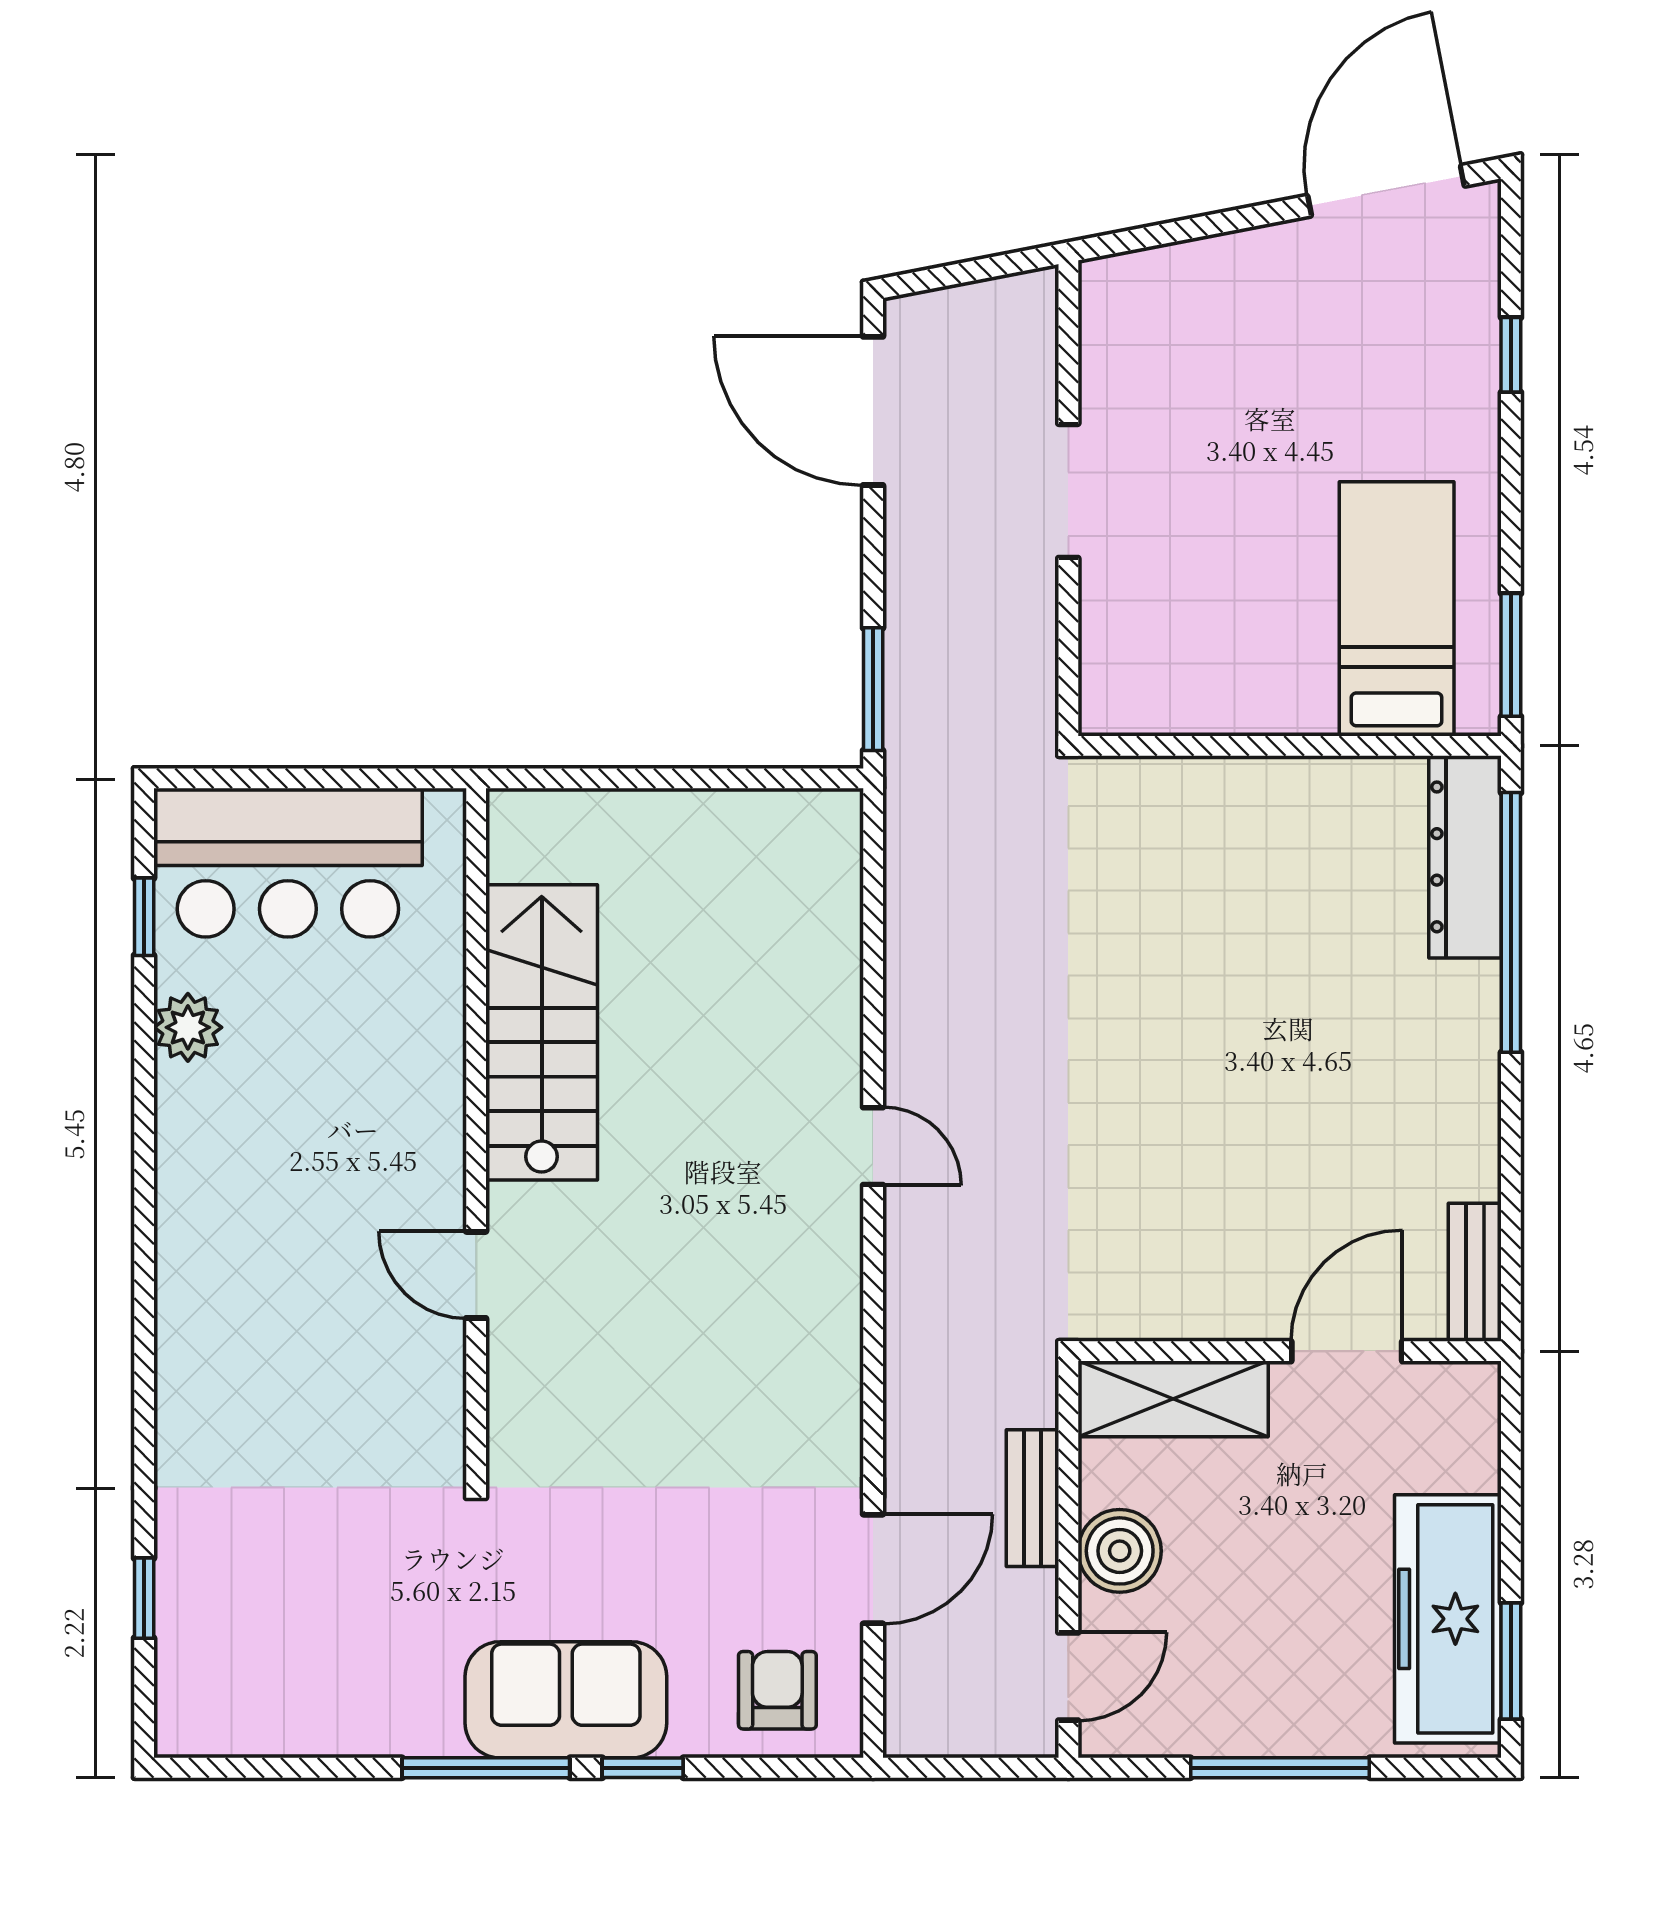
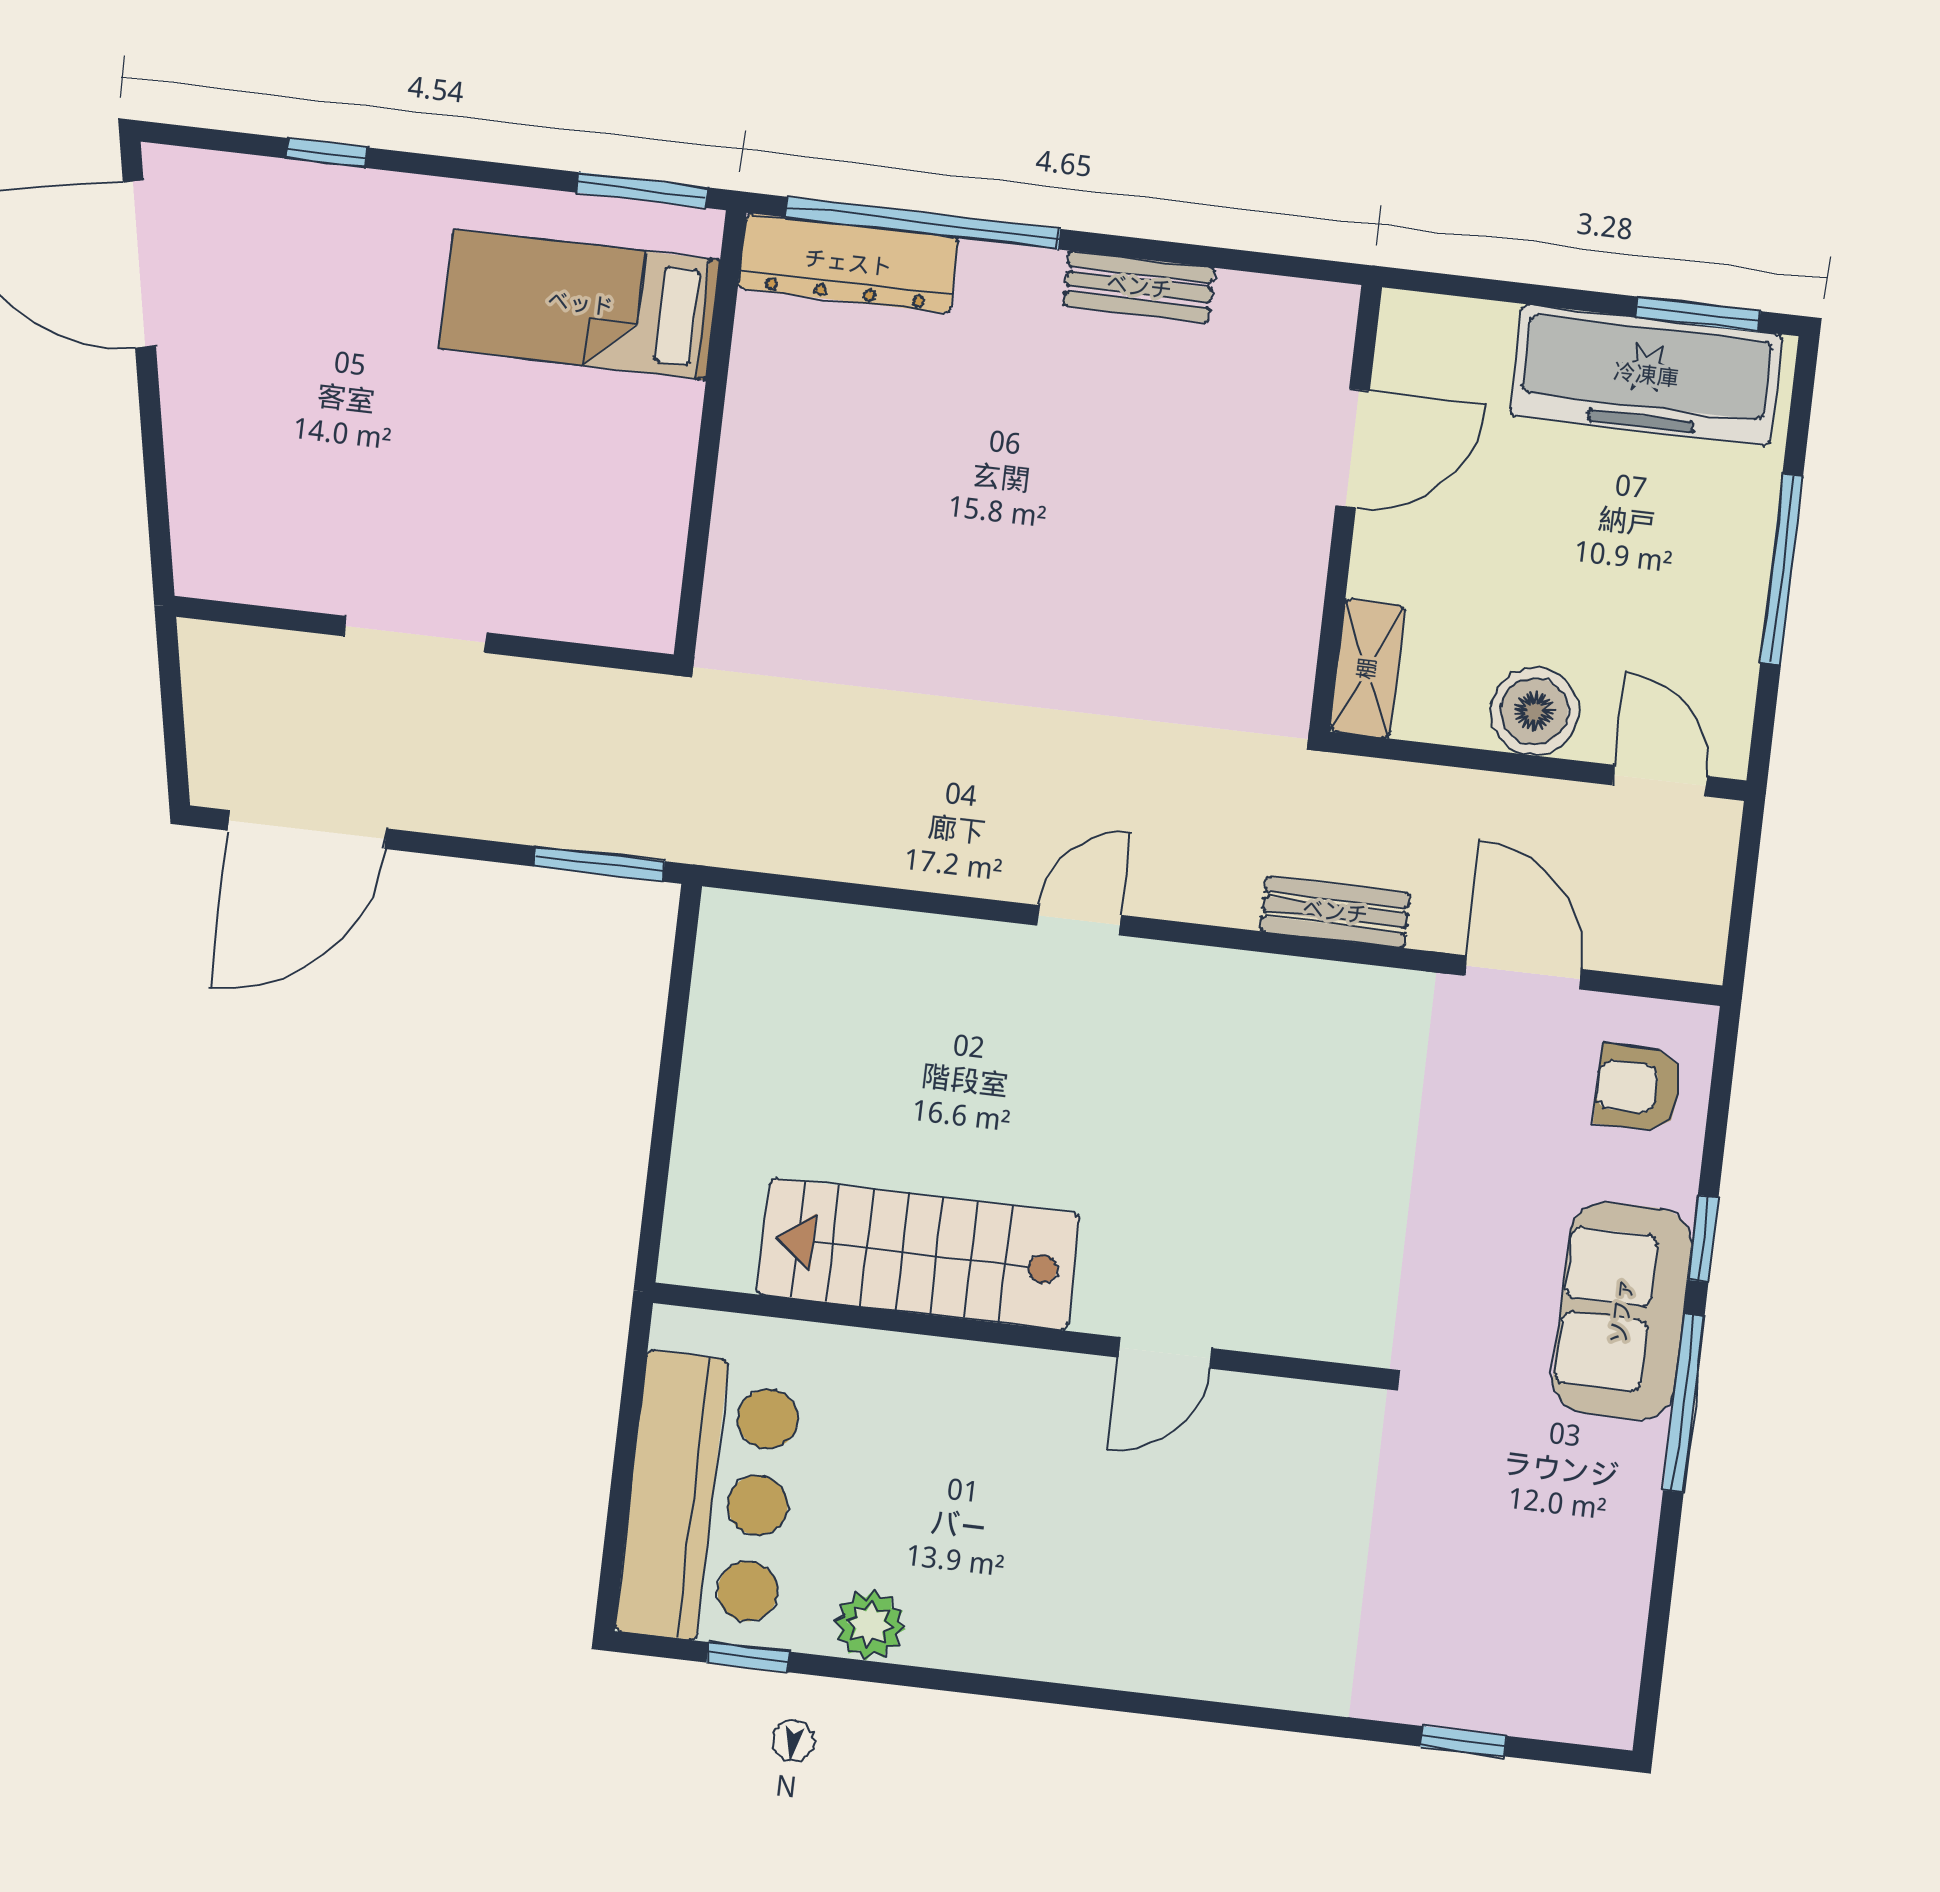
bench: (1475, 1272) -> (1139, 287), moved
door: (1347, 1351) -> (1353, 448), swing flipped
shelving: (1173, 1399) -> (1367, 669), width x0.67, depth x0.75
bench: (1032, 1498) -> (1335, 912), moved

